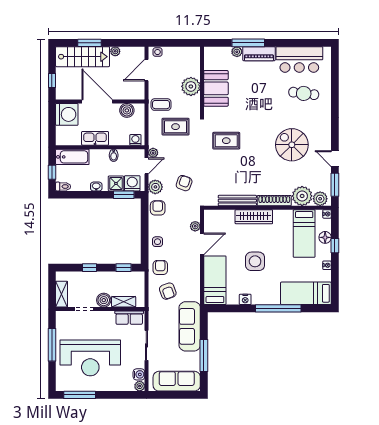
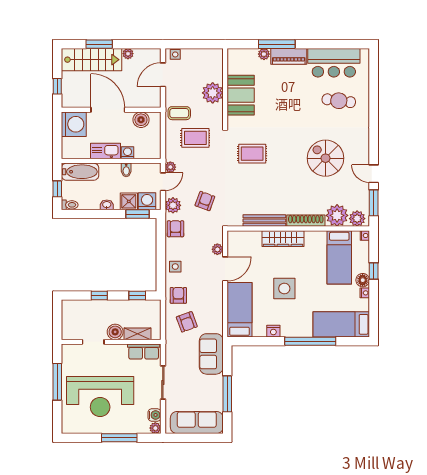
washing machine: (135, 140) -> (128, 153), moved
floor lamp: (325, 237) -> (363, 280), moved
shelving: (62, 294) -> (68, 325), removed
sofa: (190, 326) -> (211, 354), width x0.73
window: (80, 395) -> (119, 438), moved

